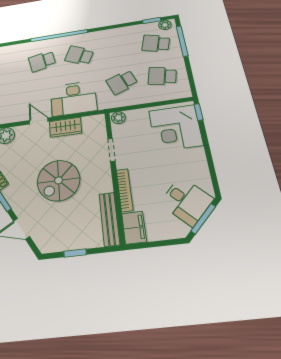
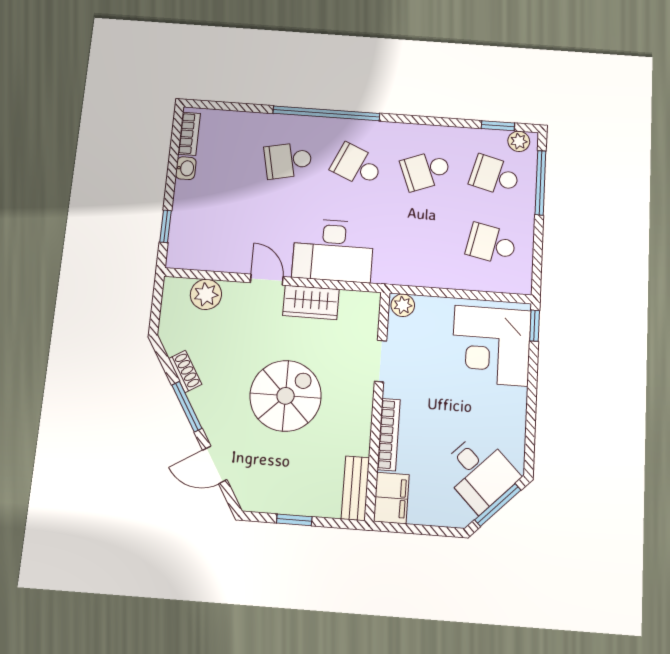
school desk: (122, 82) -> (426, 170), moved
spiral stairs: (59, 180) -> (286, 396), turned 180
bench: (109, 219) -> (355, 488), width x0.73

